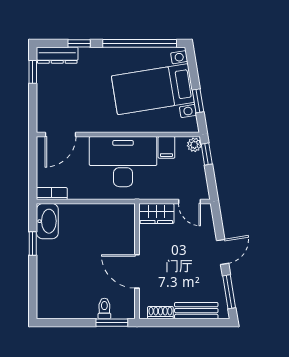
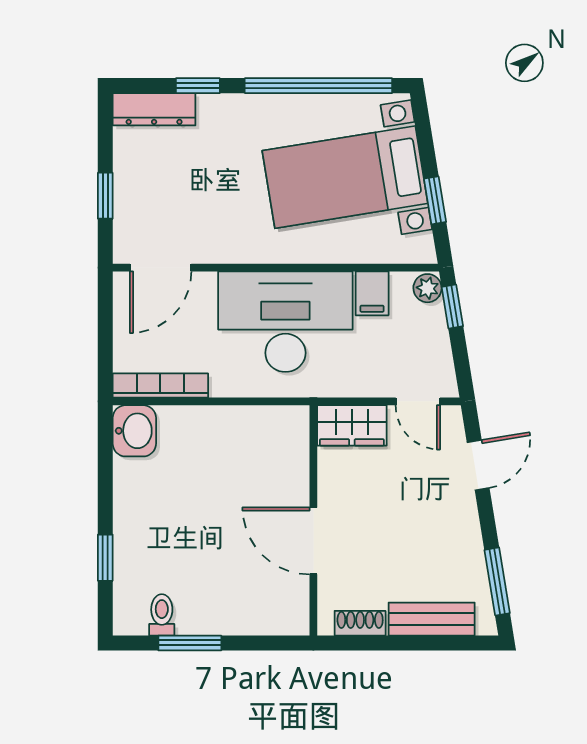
window: (33, 72) -> (105, 196), moved
bookcase: (52, 194) -> (160, 385), width x1.56
washbasin: (47, 221) -> (134, 431), width x0.72
window: (33, 244) -> (105, 558), moved
door: (223, 252) -> (478, 465), moved
toilet: (104, 308) -> (162, 615), moved
window: (112, 323) -> (190, 643), moved

